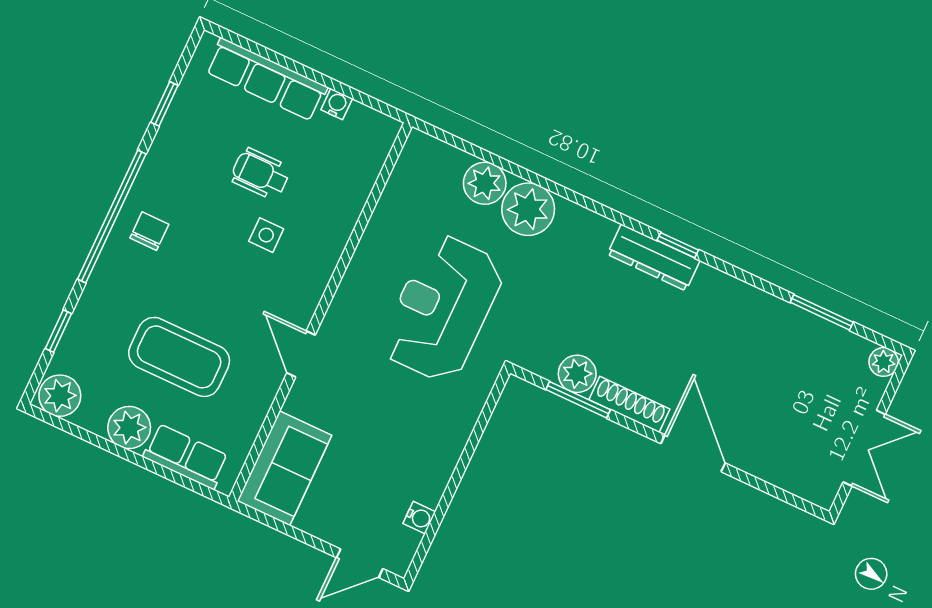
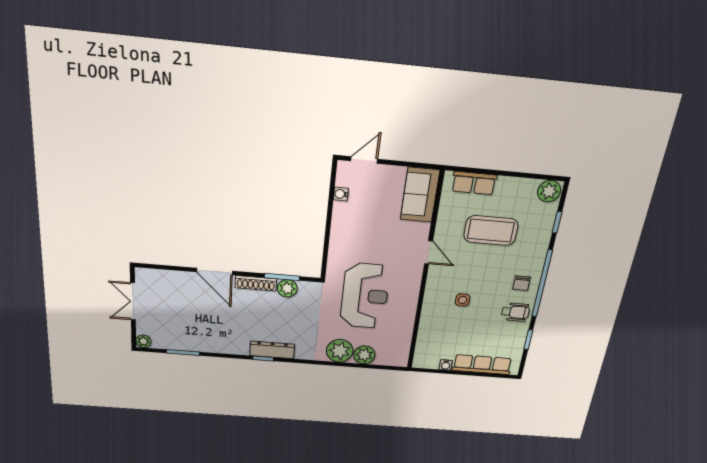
wheelchair: (261, 174) -> (515, 312), moved
plant: (129, 428) -> (508, 188), removed

